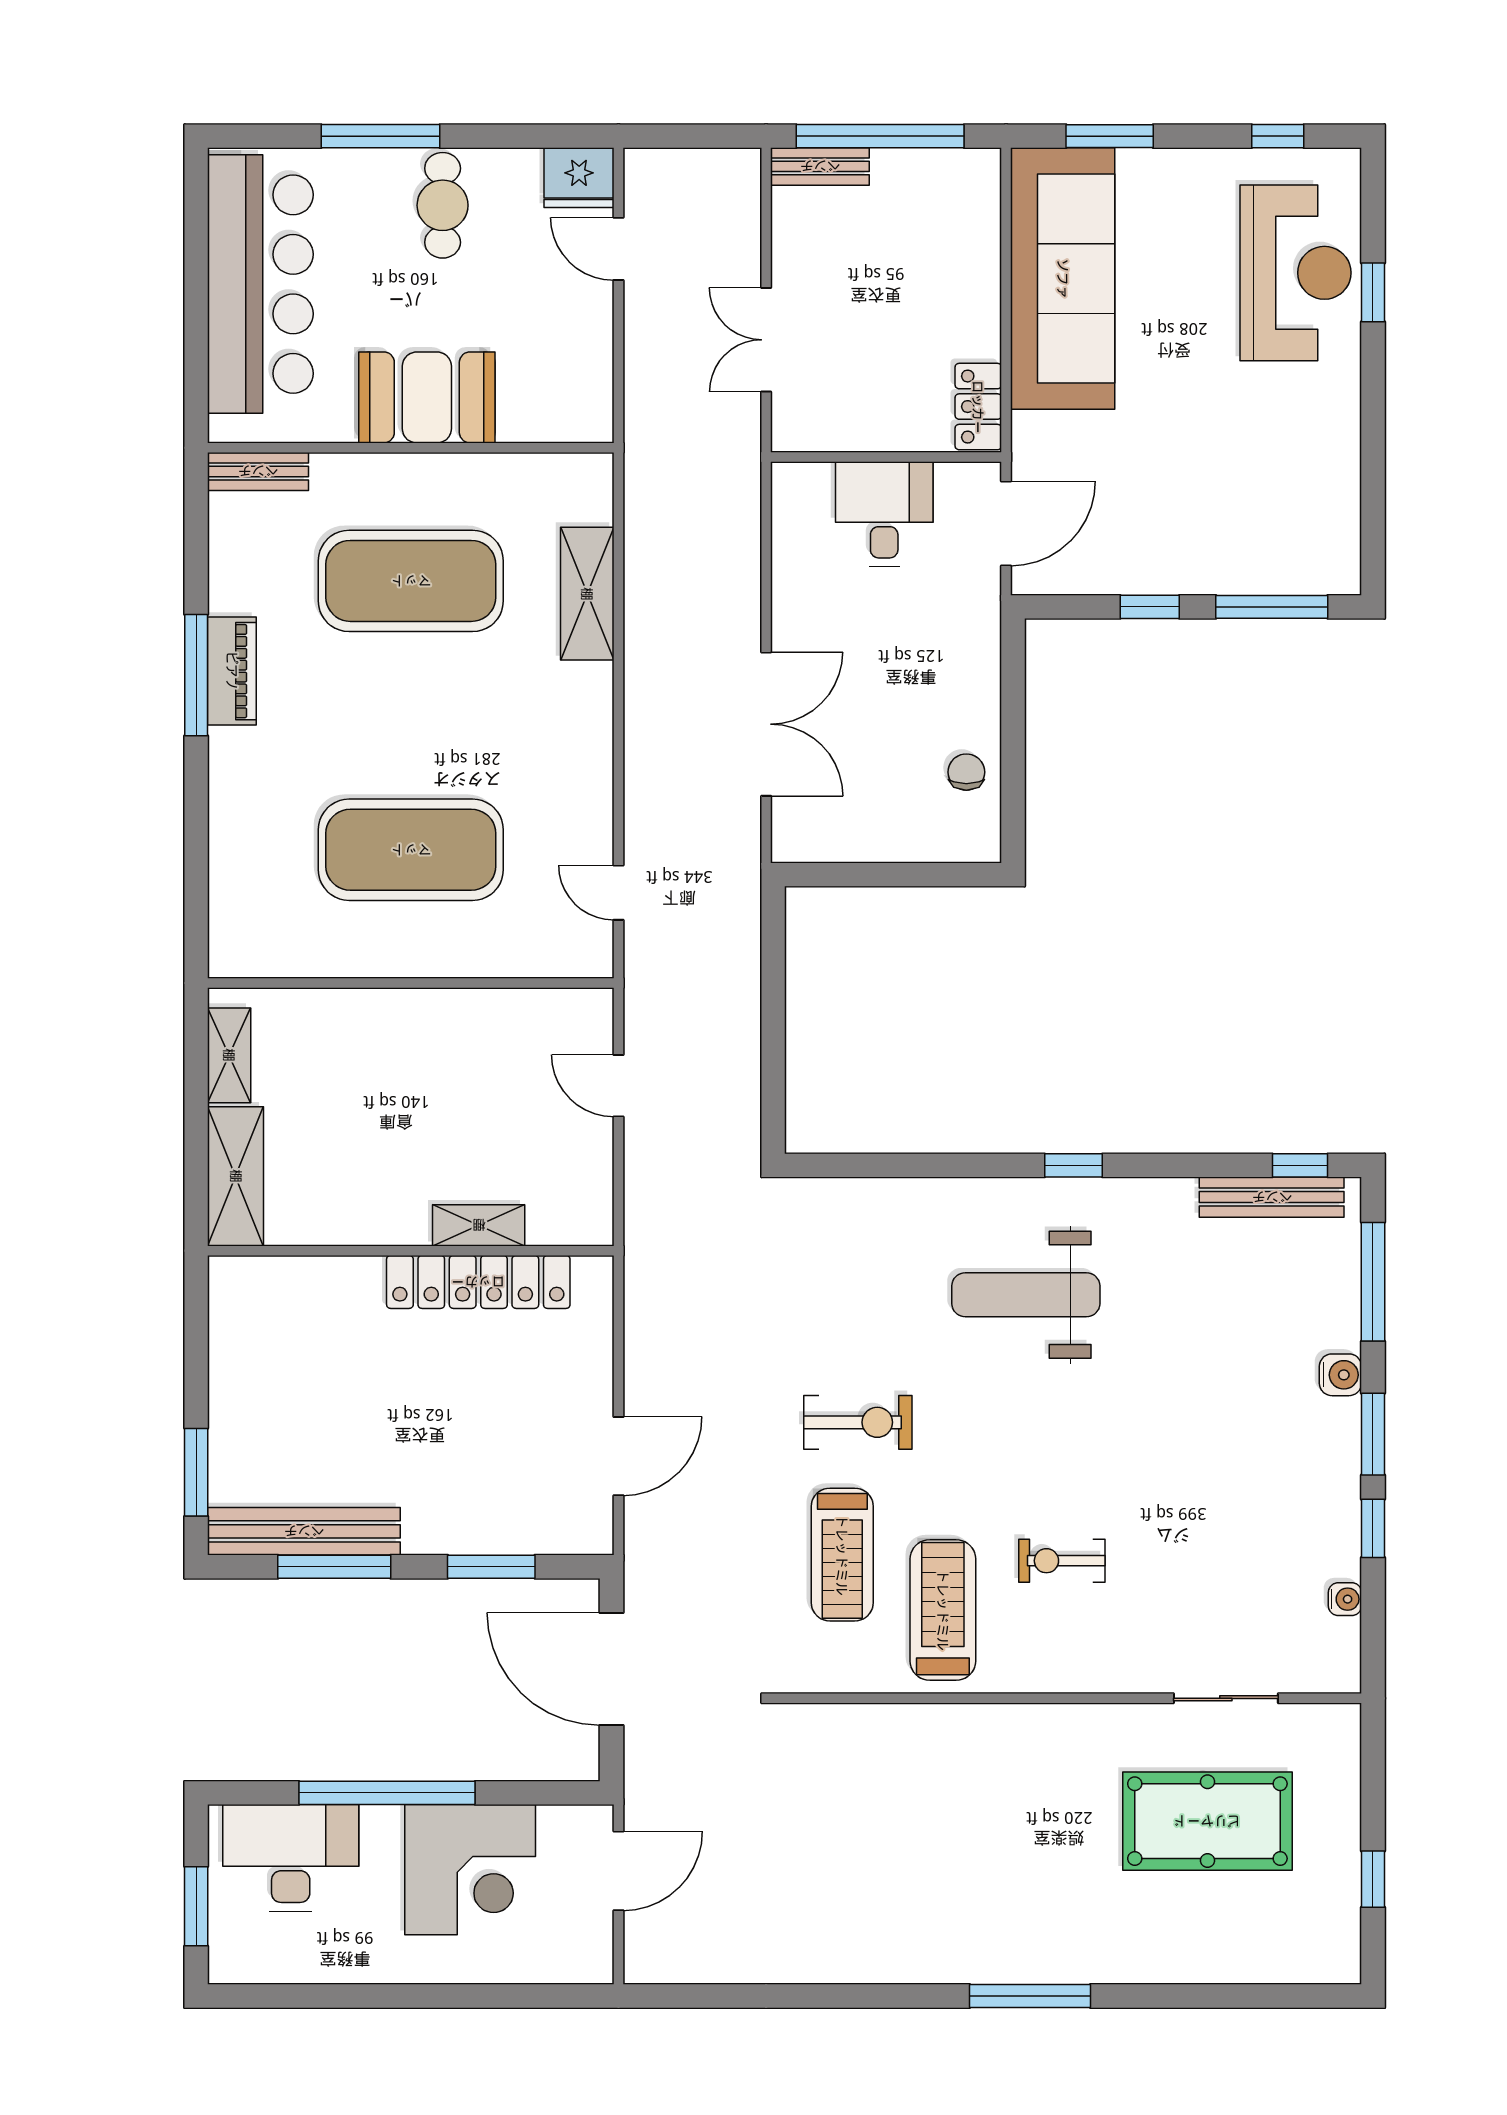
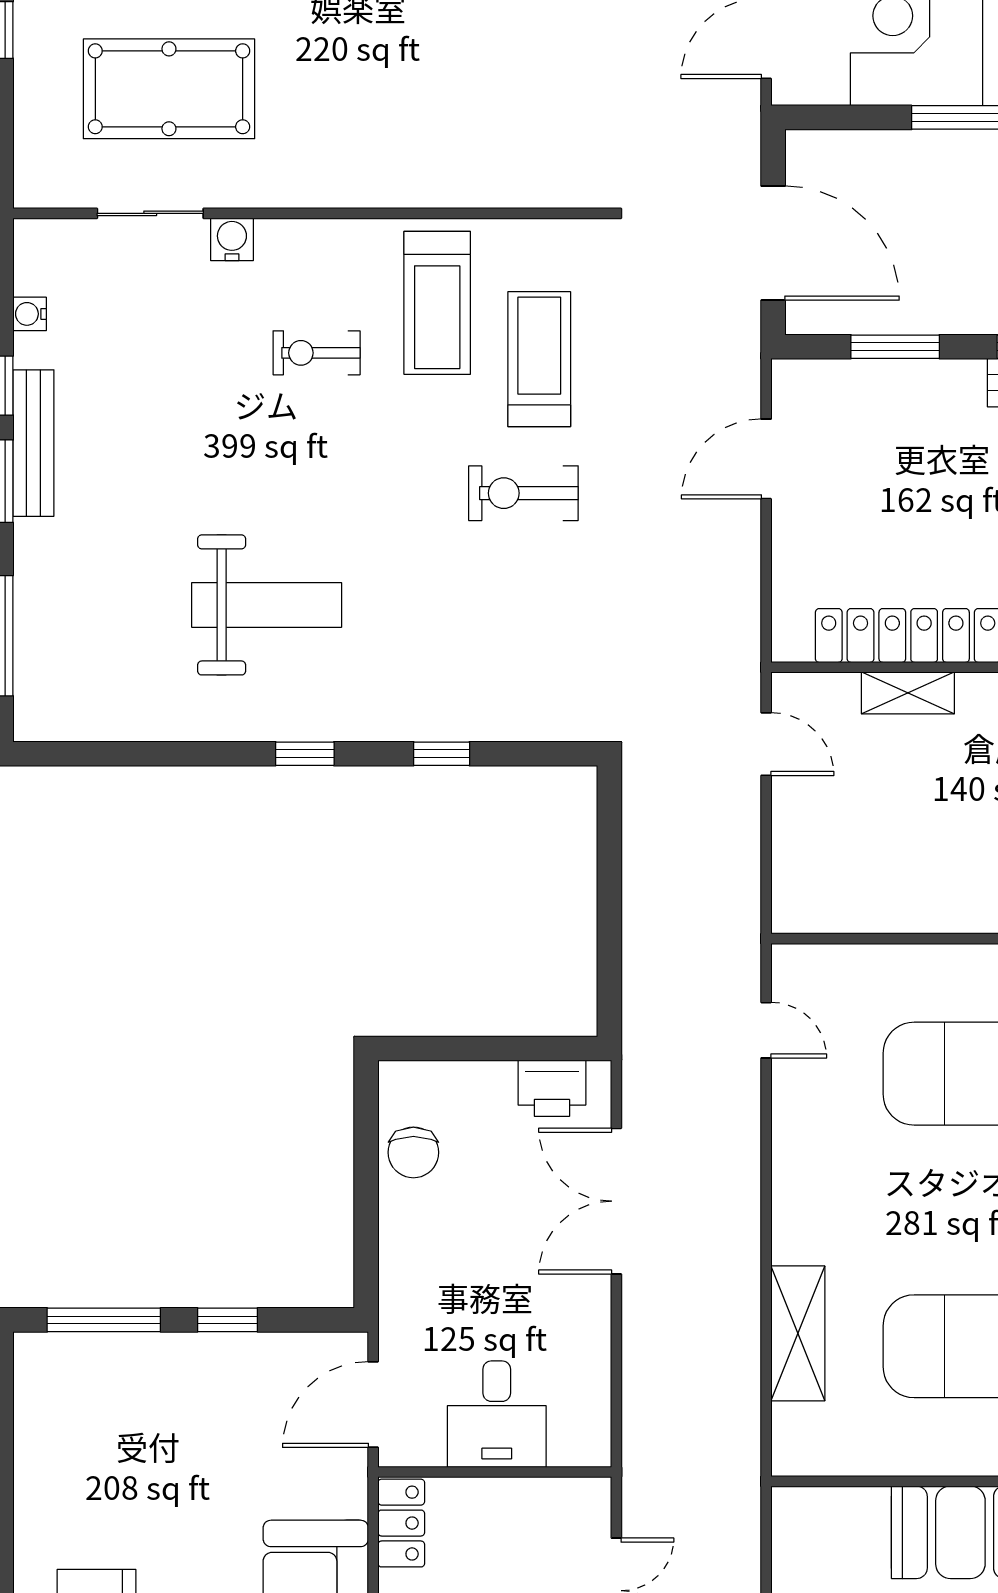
chair: (966, 772) -> (413, 1152), width x1.37, depth x1.37
printer: (830, 835) -> (552, 1088), added
door: (618, 1086) -> (766, 744), moved
window: (1300, 1165) -> (442, 754), moved
bench: (1272, 1197) -> (33, 443), moved, turned 90
weight bench: (1026, 1295) -> (267, 605), moved
water cooler: (1340, 1375) -> (232, 239), moved, turned 90
exercise bike: (1062, 1561) -> (317, 353), turned 180

